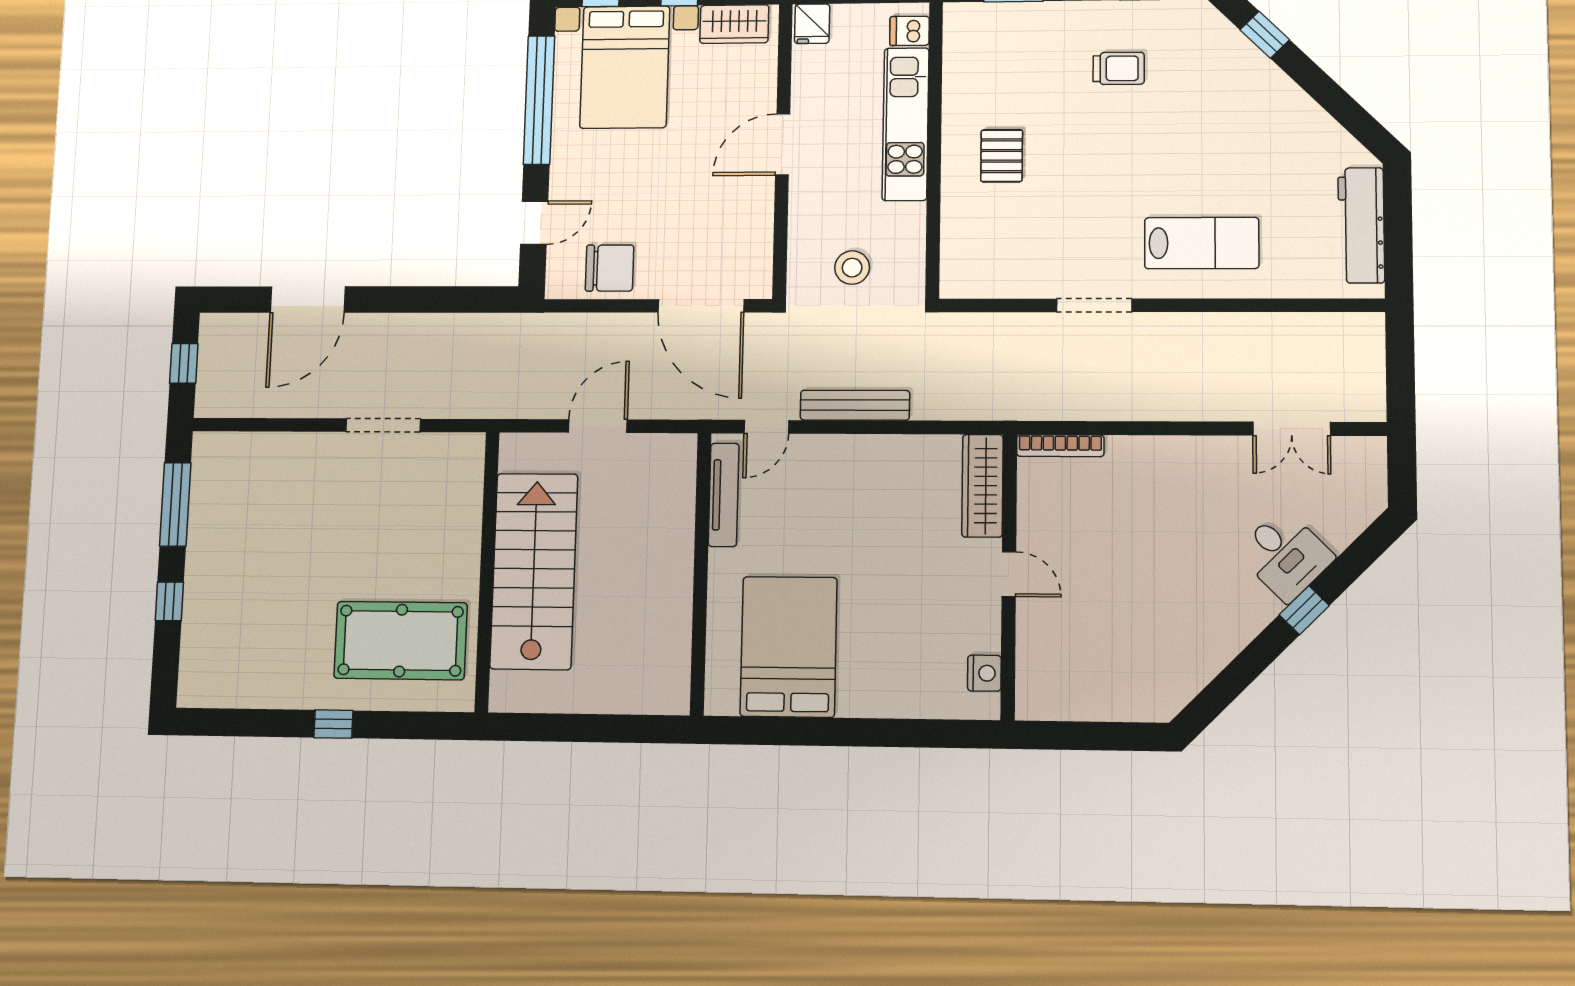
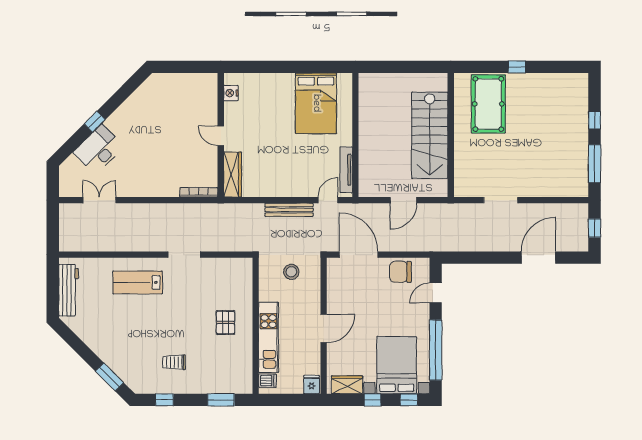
window: (1265, 35) -> (110, 377), width x1.50
desk: (1285, 555) -> (99, 149), width x1.37
pool table: (401, 641) -> (488, 104), turned 90

